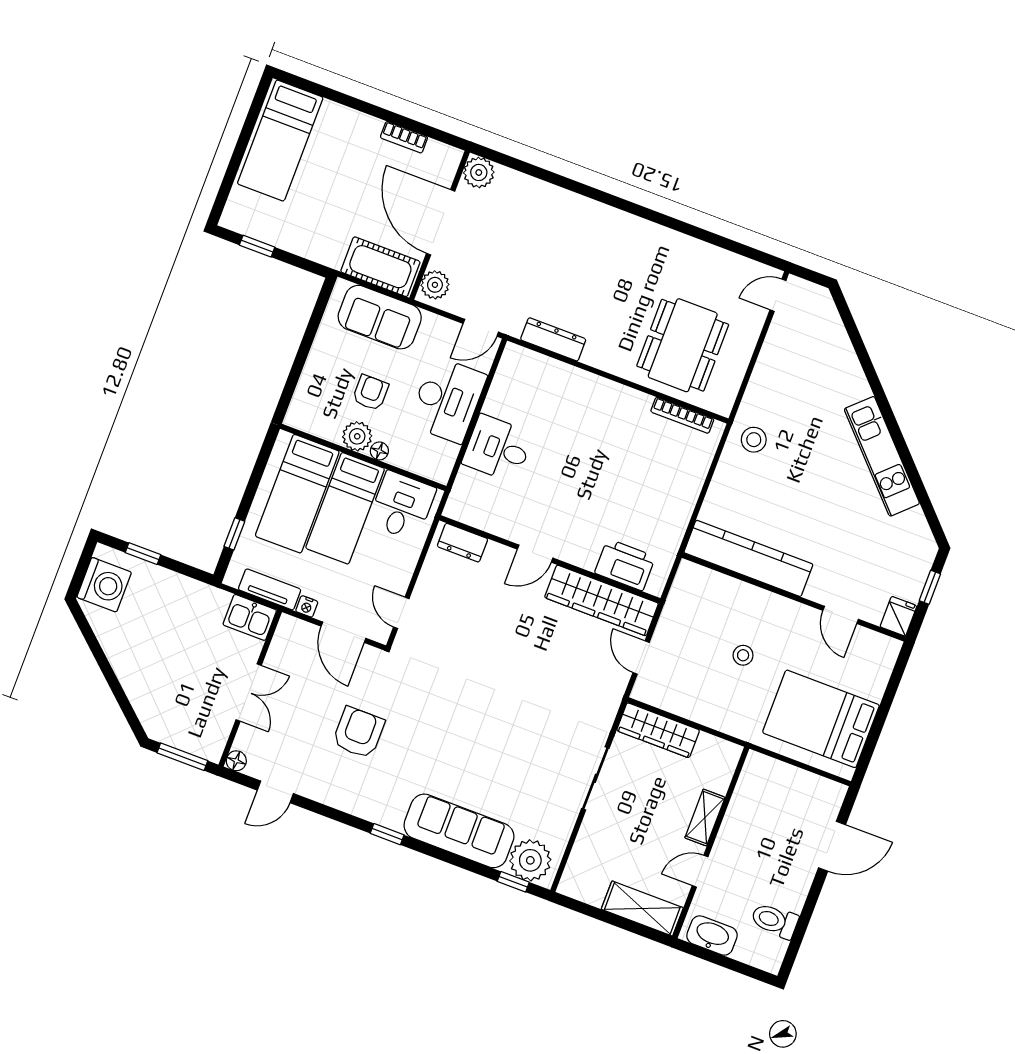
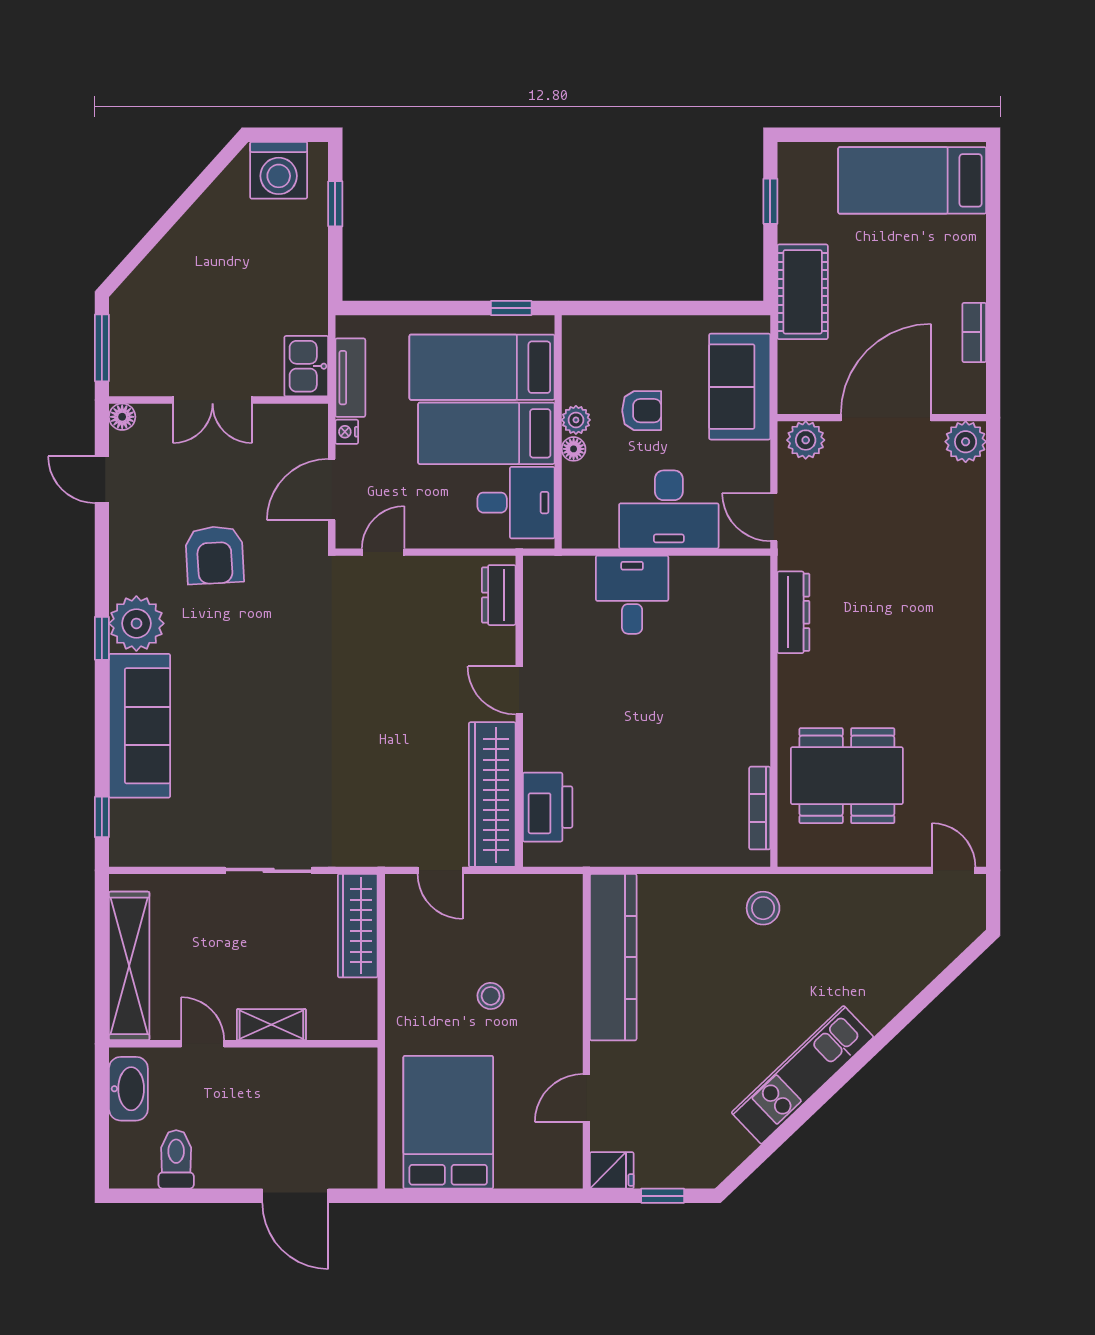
cot: (380, 267) -> (803, 292), moved
plant: (357, 436) -> (576, 420), width x0.73, depth x0.73
window: (234, 534) -> (511, 308), moved
door: (641, 657) -> (440, 870), swing flipped
armchair: (358, 733) -> (214, 555), turned 87
plant: (530, 860) -> (136, 623), moved
shelving: (642, 909) -> (129, 966), width x1.47

